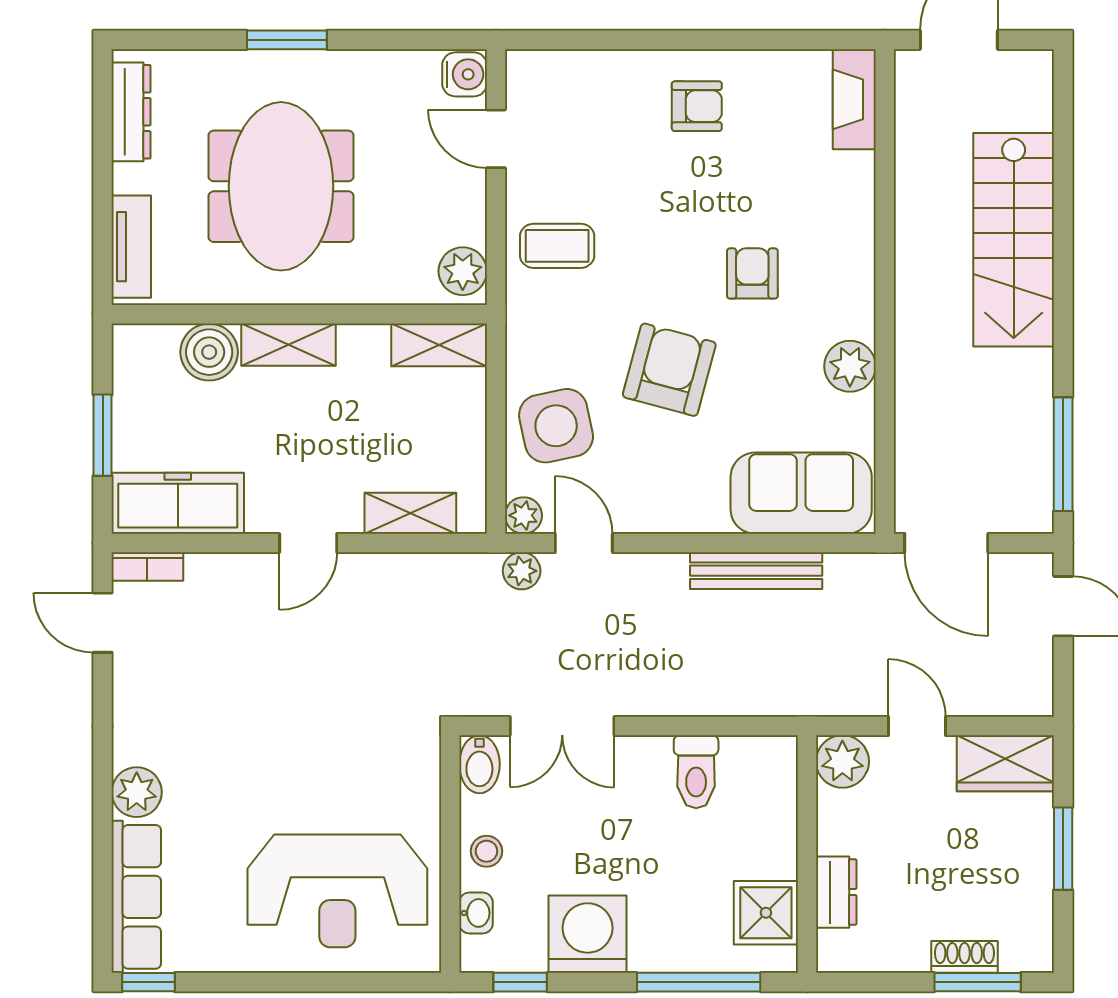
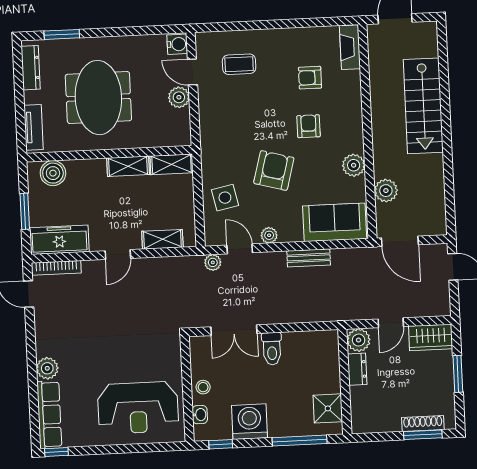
window: (287, 40) -> (62, 34), moved
armchair: (697, 106) -> (310, 78), moved, turned 180
coffee table: (557, 246) -> (239, 64), moved
plant: (463, 271) -> (179, 97), moved
shelving: (289, 345) -> (128, 166), moved
boiler: (209, 352) -> (53, 173), moved
side table: (556, 426) -> (225, 198), width x0.73, depth x0.73
plant: (920, 427) -> (386, 191), added
window: (1063, 454) -> (450, 200), removed
plant: (523, 515) -> (269, 235), moved
bookcase: (147, 566) -> (56, 268), width x1.56
bench: (756, 571) -> (309, 258), width x0.73
door: (917, 726) -> (391, 323), swing flipped
bidet: (479, 764) -> (198, 349), removed
toilet: (696, 772) -> (272, 349), moved
dresser: (836, 892) -> (357, 369), moved
shoe rack: (965, 957) -> (423, 424), width x1.43

